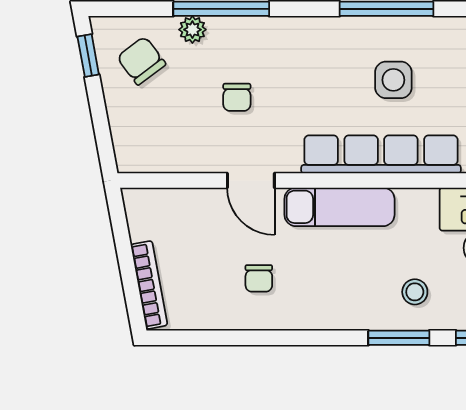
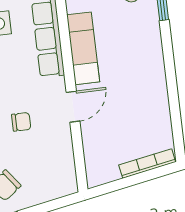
chair: (259, 278) -> (135, 94), removed

